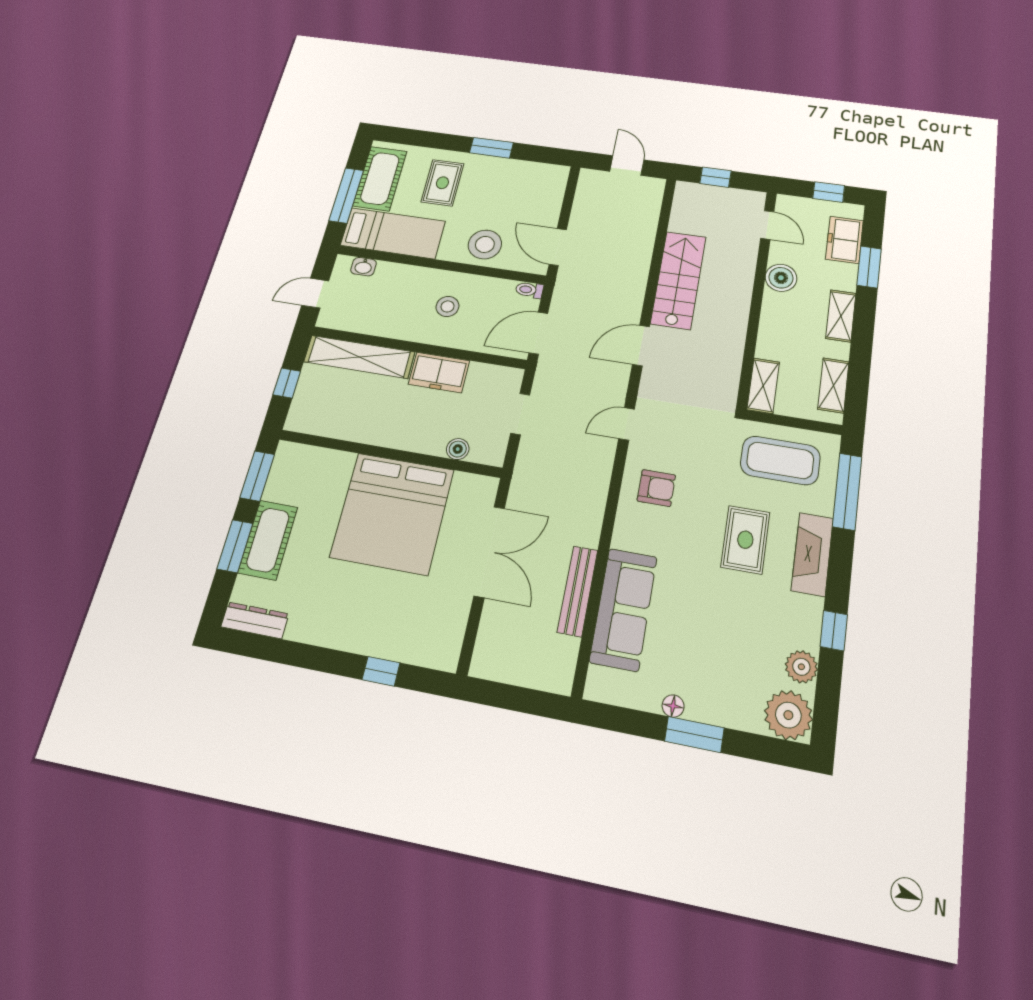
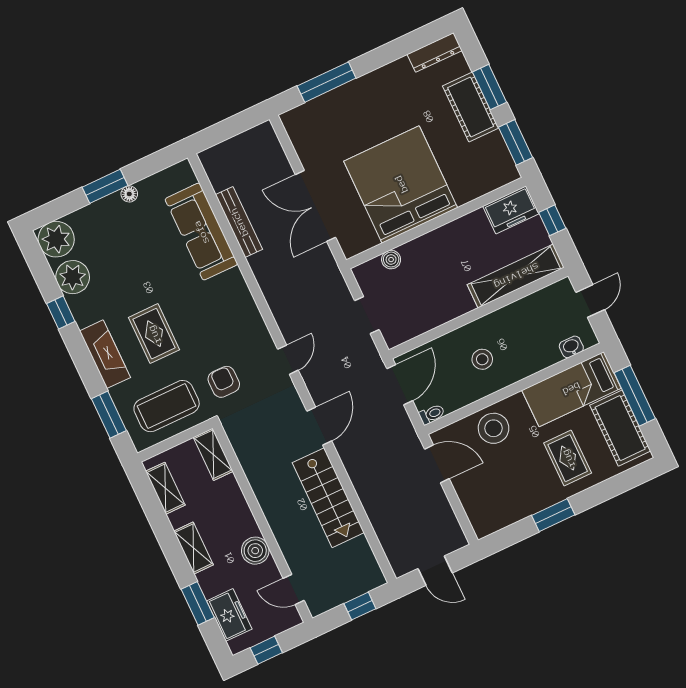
freezer: (439, 372) -> (511, 210), moved, turned 180
armchair: (656, 488) -> (224, 382), moved, turned 90
window: (847, 491) -> (109, 415), width x0.69
plant: (801, 667) -> (73, 277), width x1.36, depth x1.36
window: (381, 671) -> (327, 82), width x2.17

